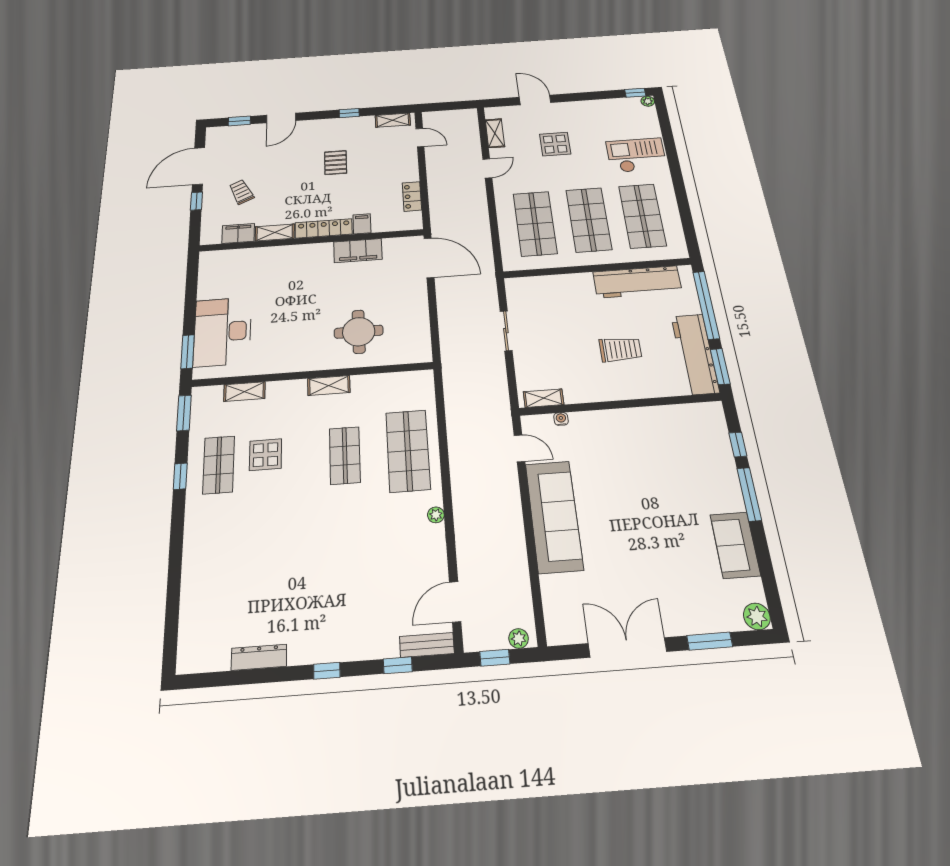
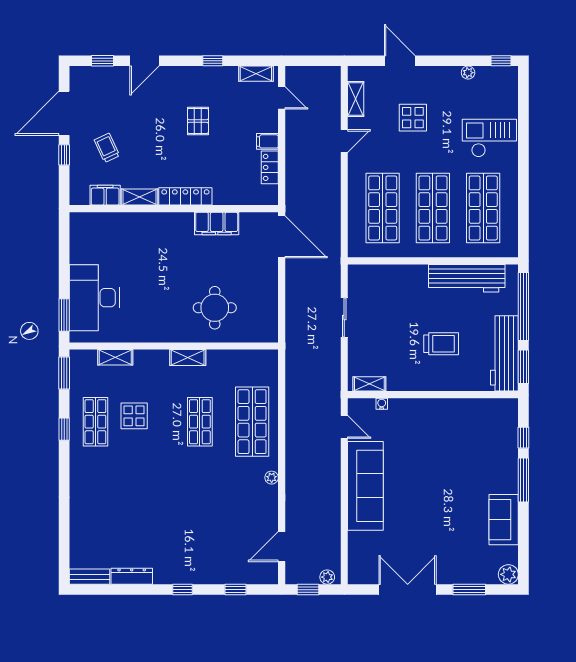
plant: (648, 101) -> (468, 73), moved
filing cabinet: (362, 224) -> (267, 141), moved, turned -90
bench: (427, 645) -> (90, 577), moved

